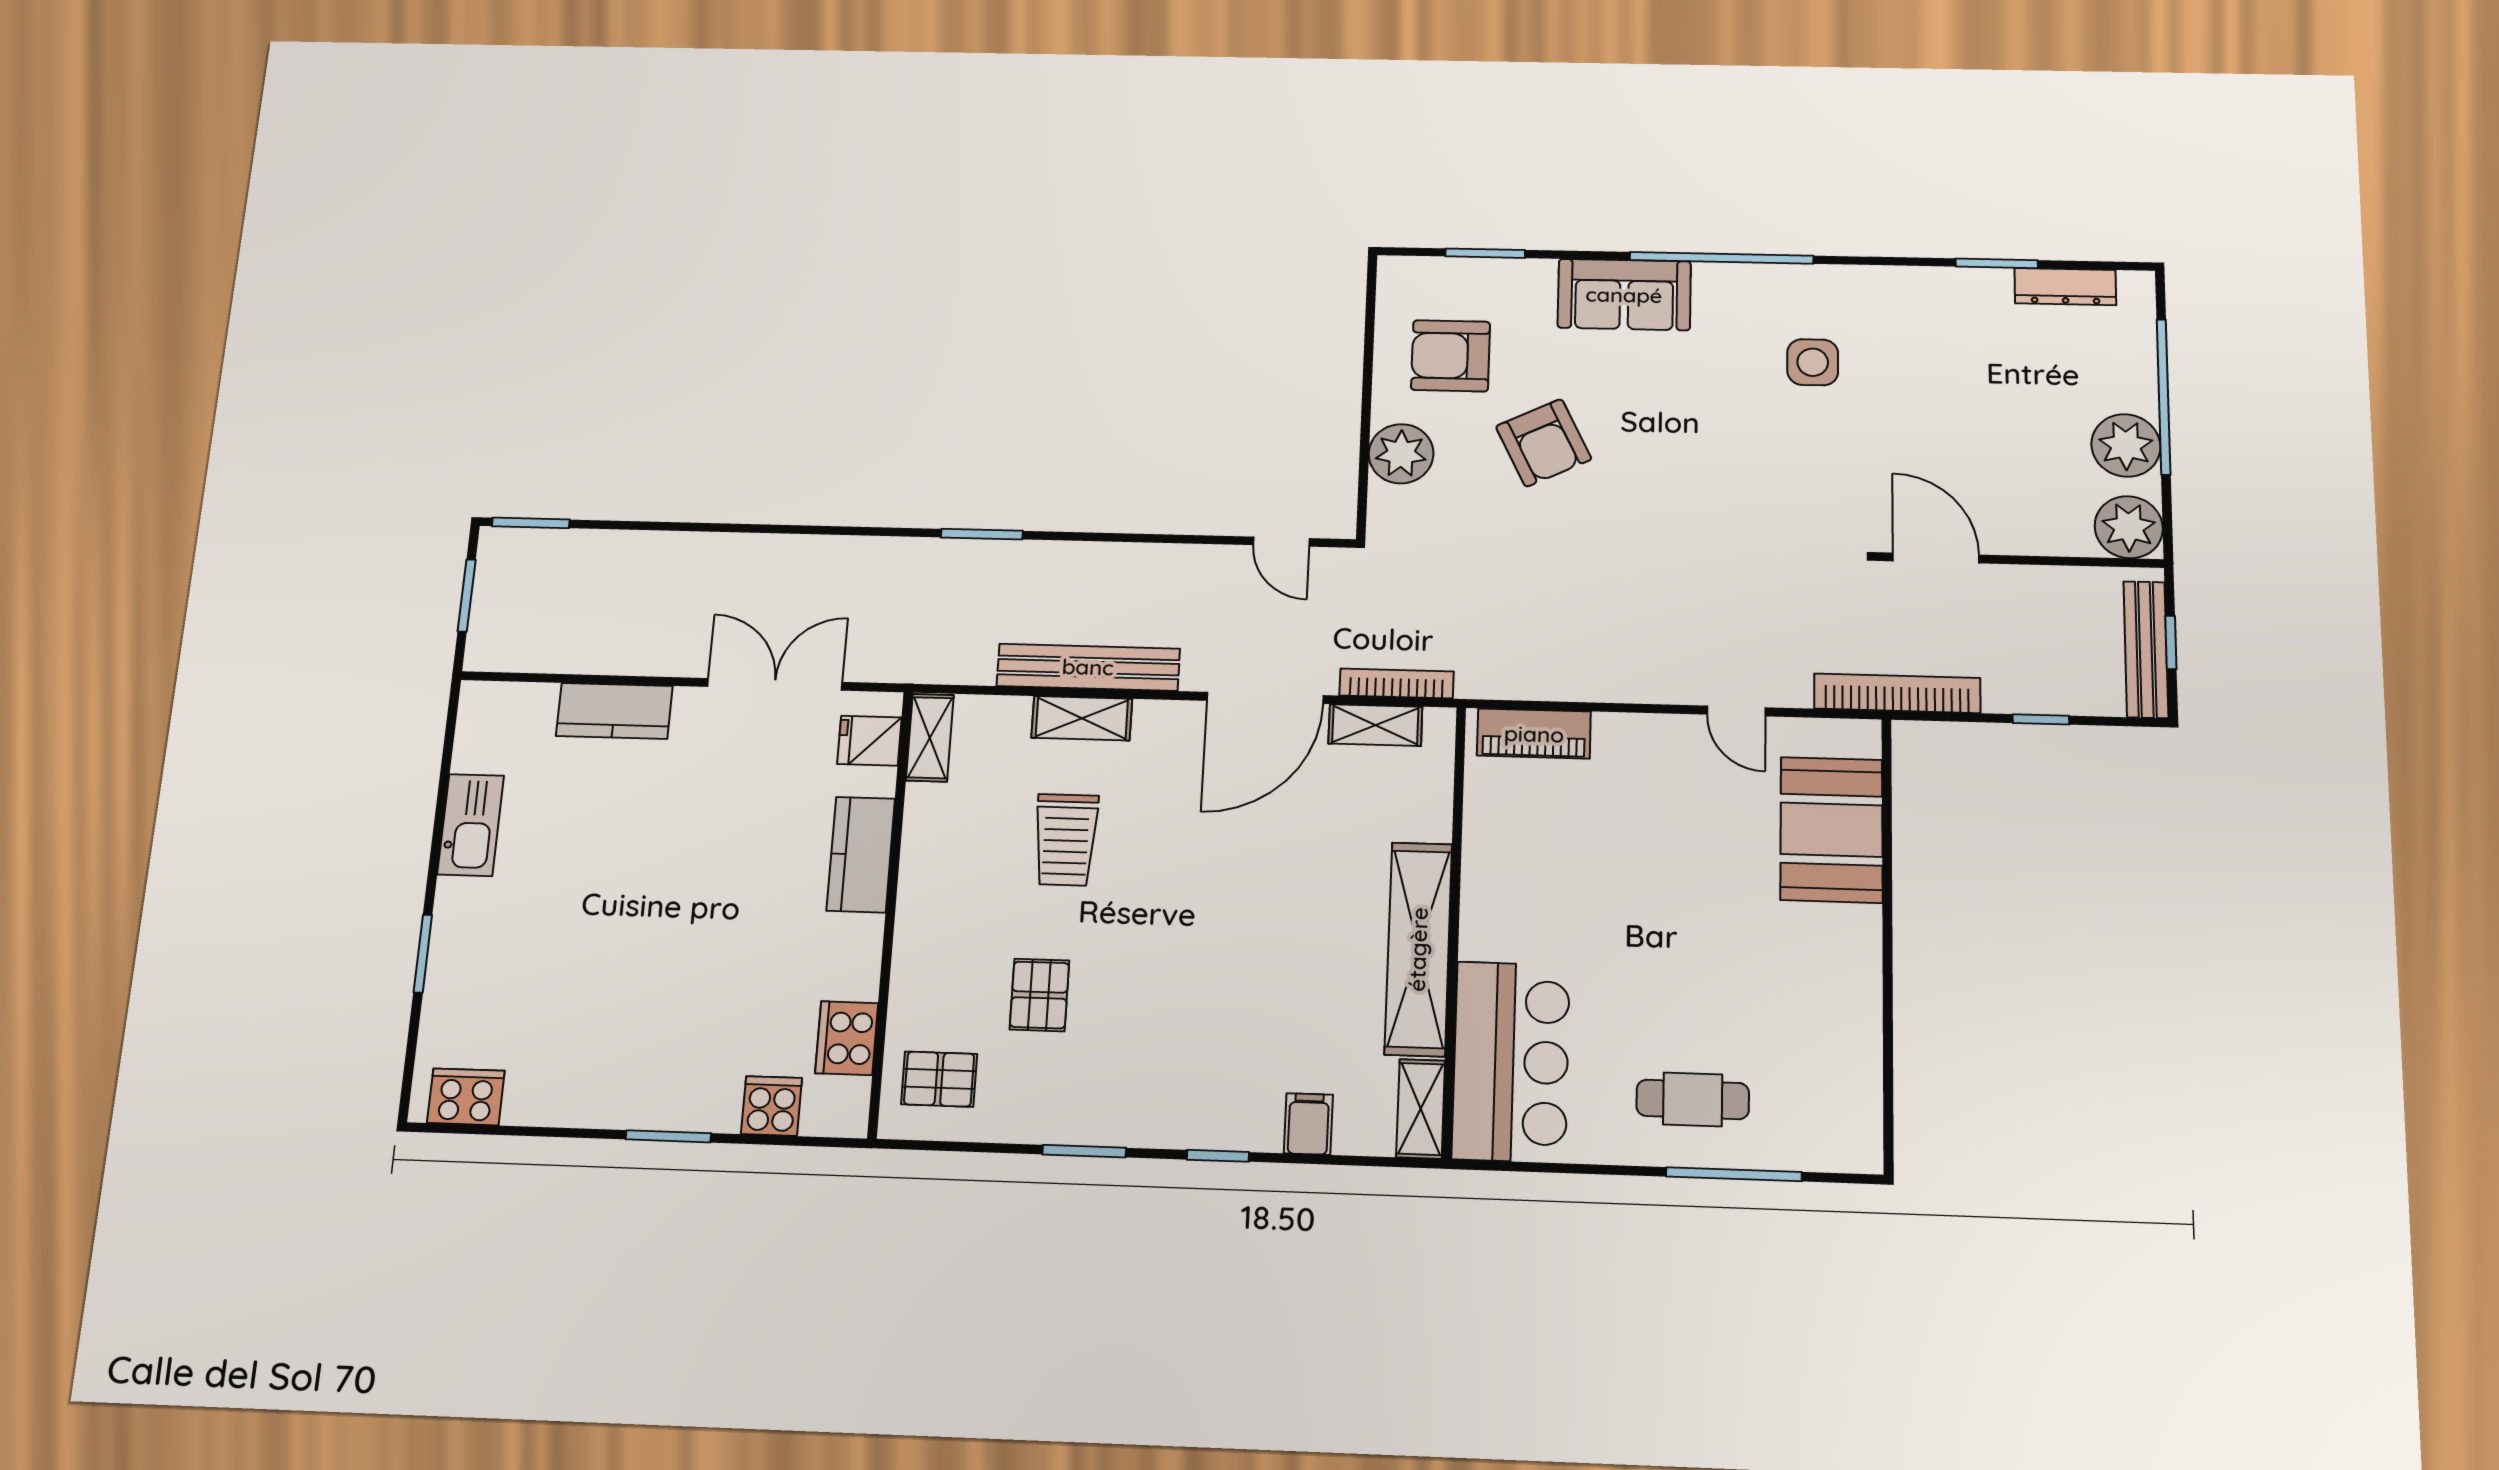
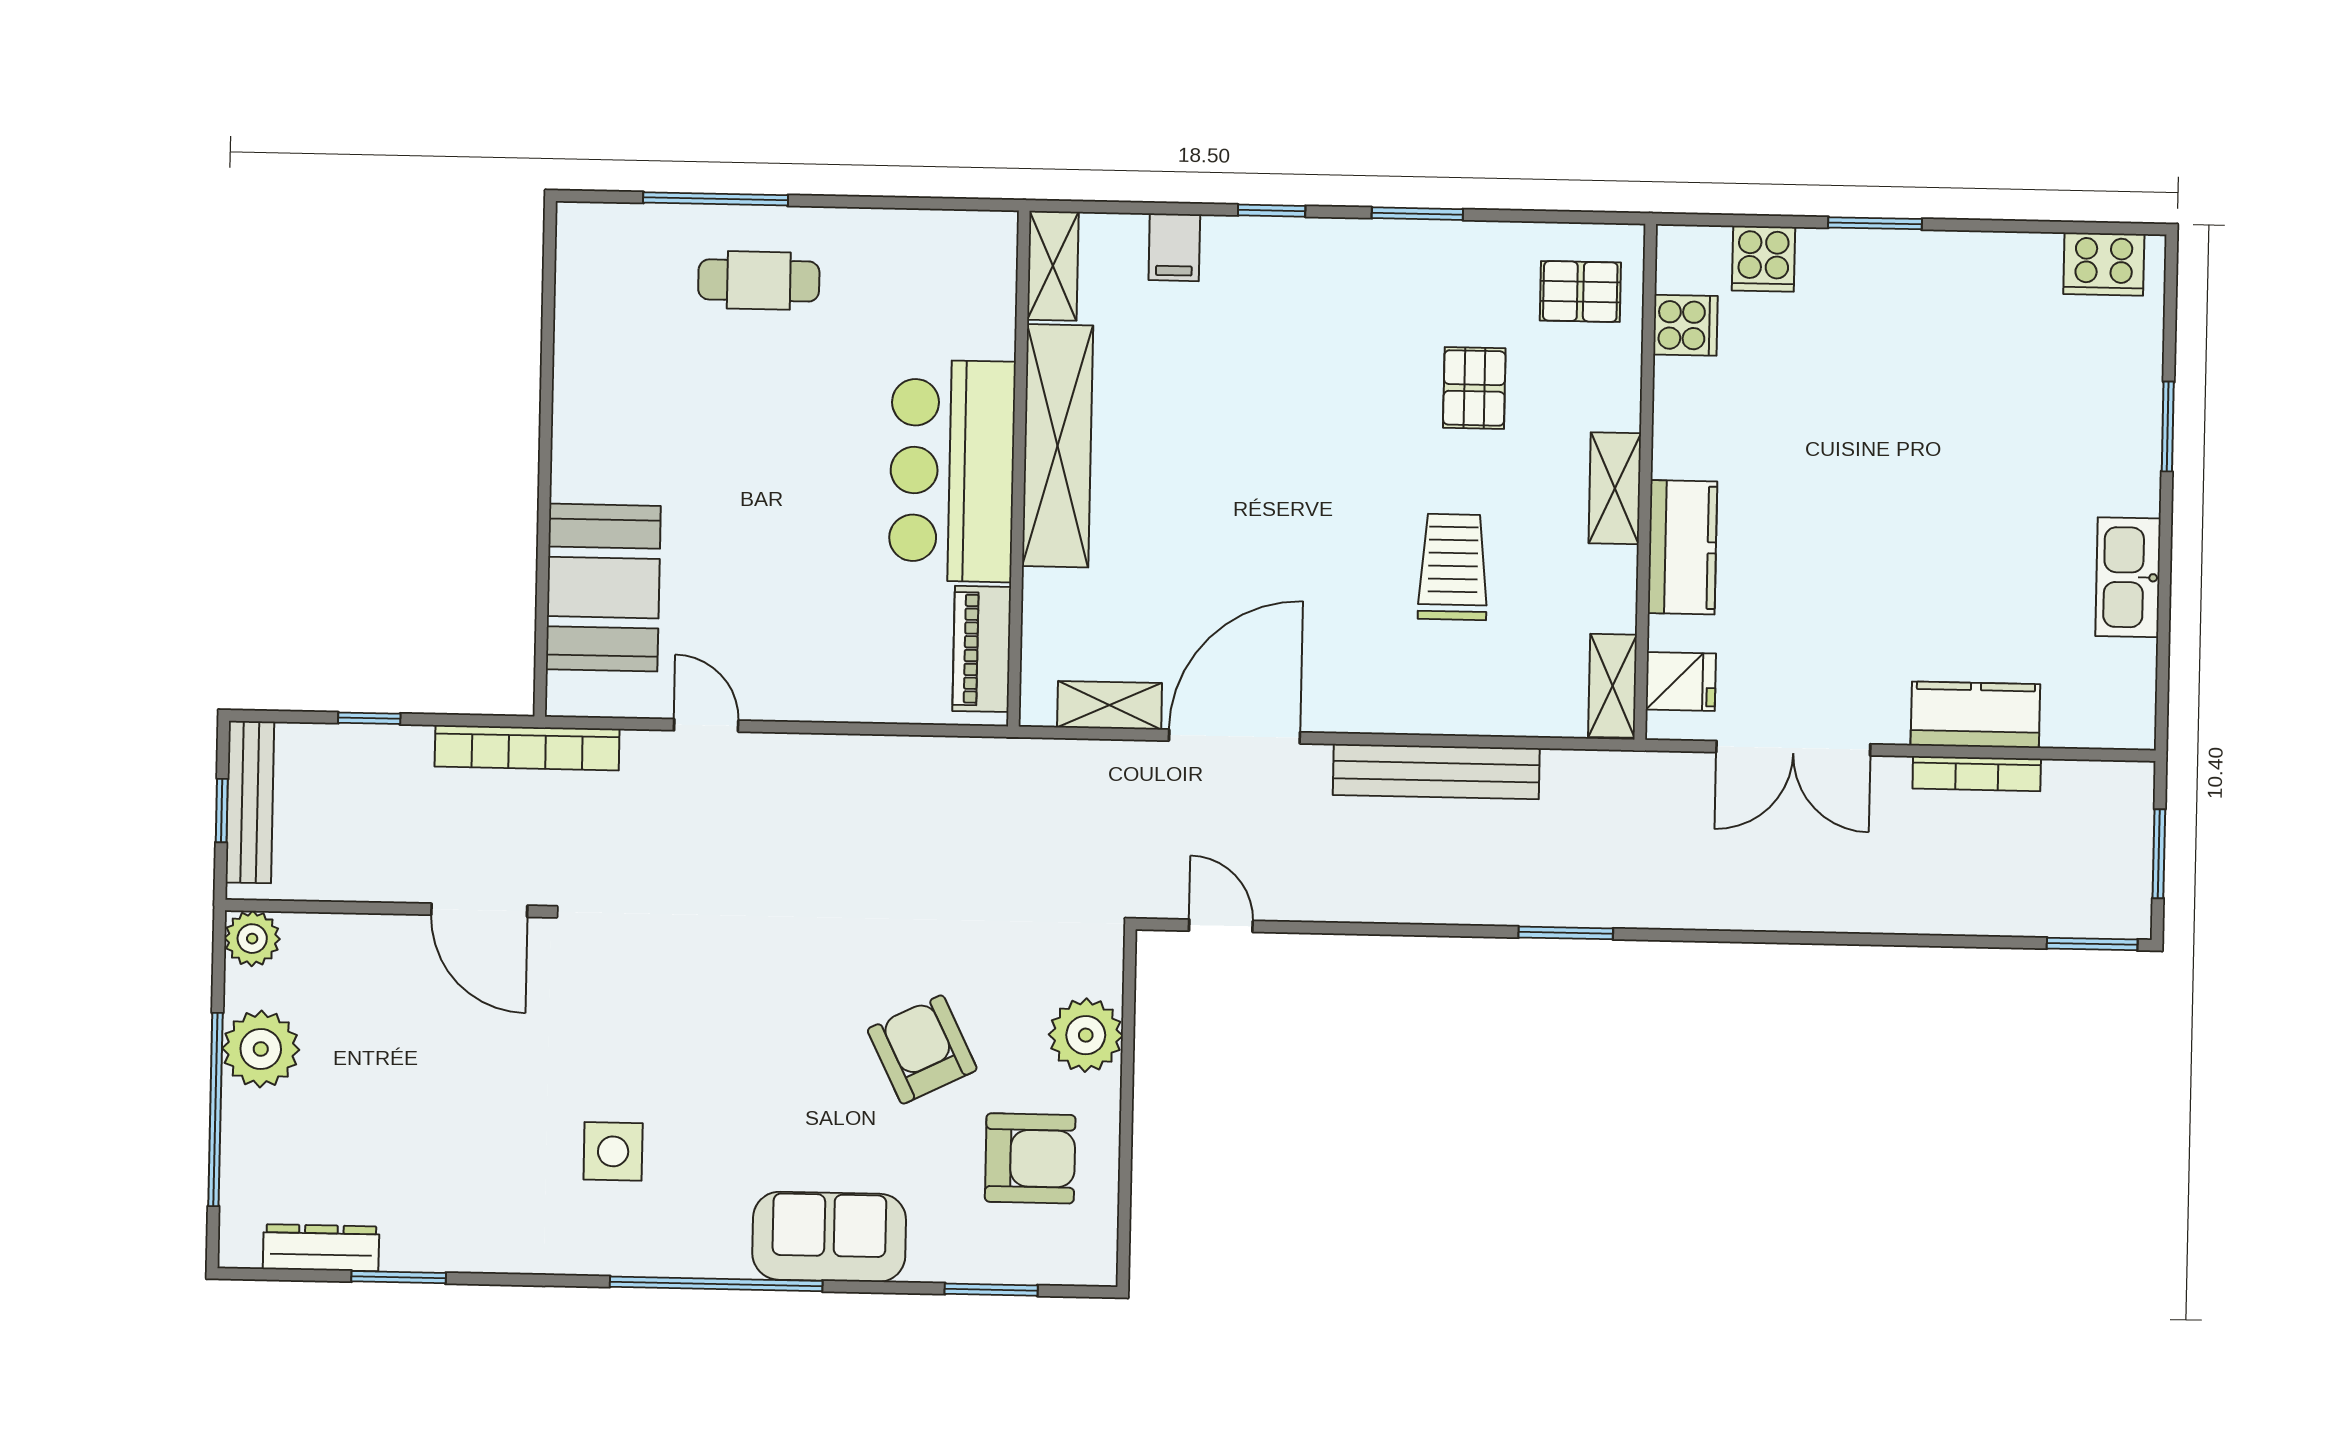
plant: (2129, 527) -> (252, 939), width x0.73, depth x0.73
bookcase: (1397, 683) -> (1977, 774), moved
shelving: (1082, 718) -> (1615, 488), moved, turned 90
piano: (1534, 734) -> (982, 649), moved, turned -90
cooker: (847, 1038) -> (1685, 325), width x0.73
bar counter: (1511, 1062) -> (952, 471), moved

